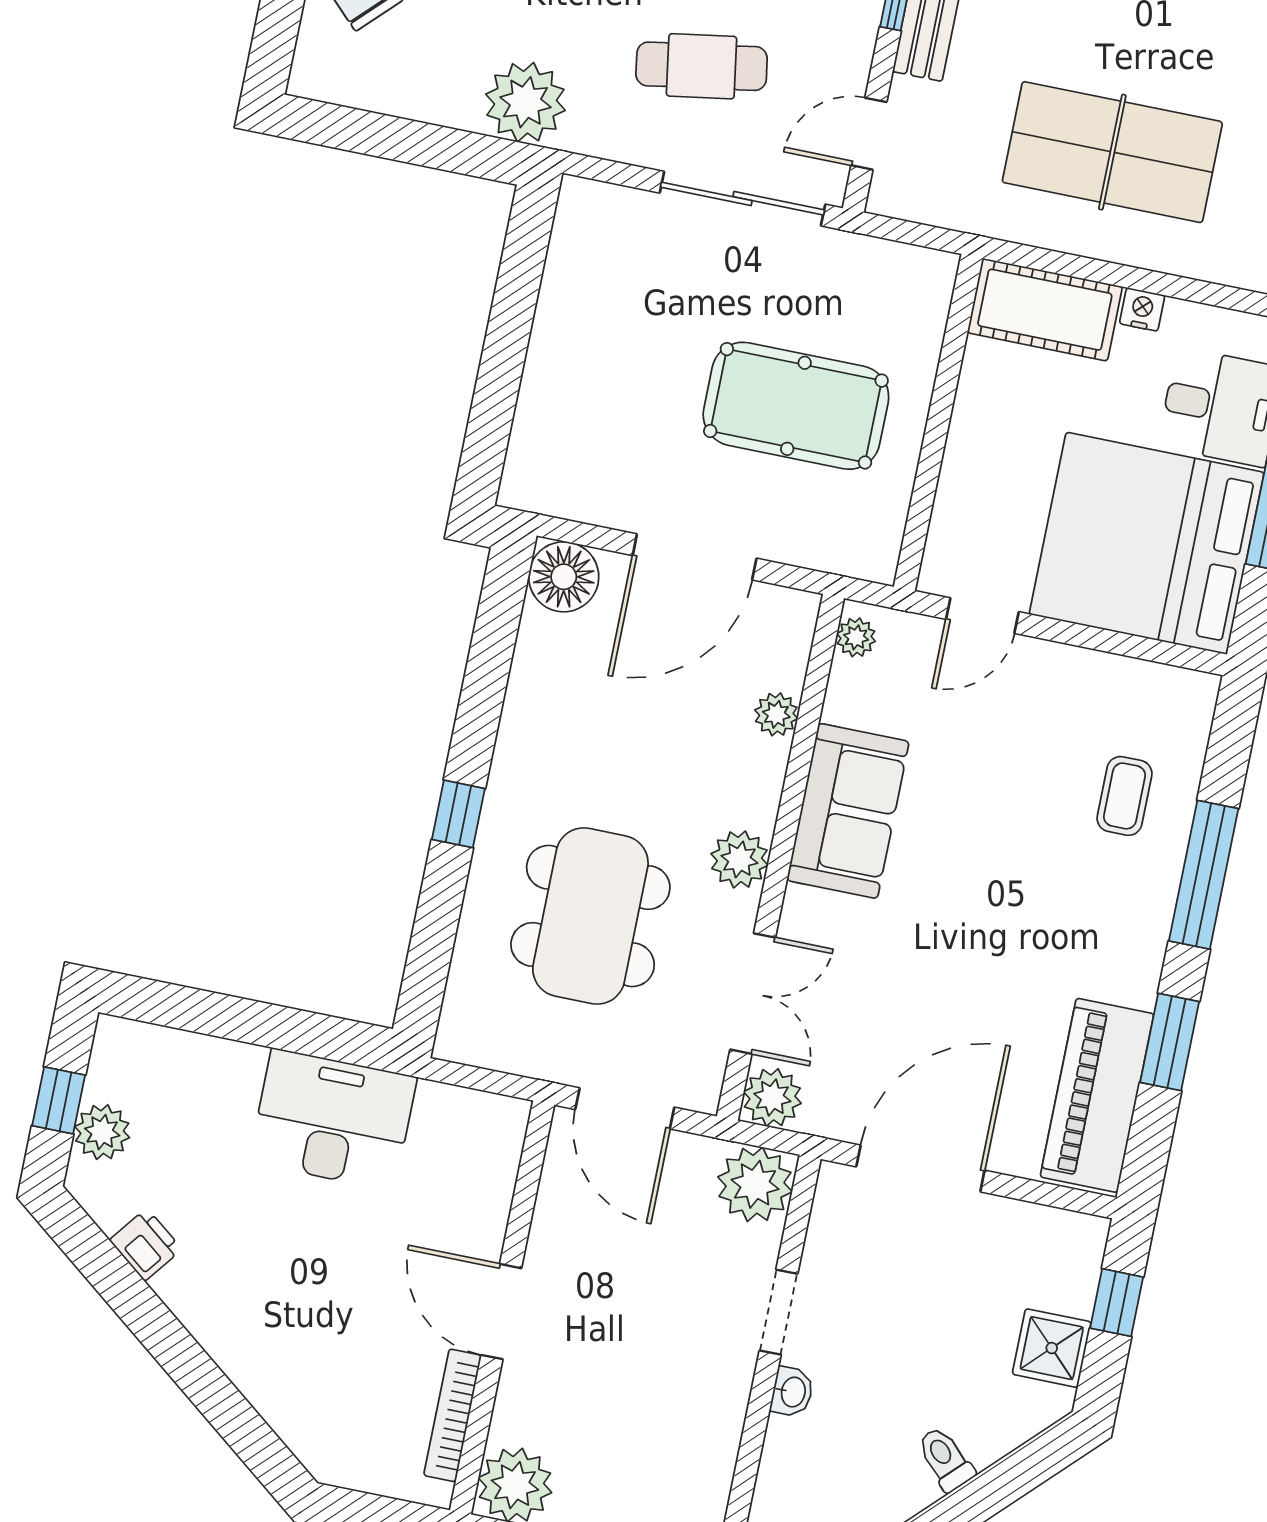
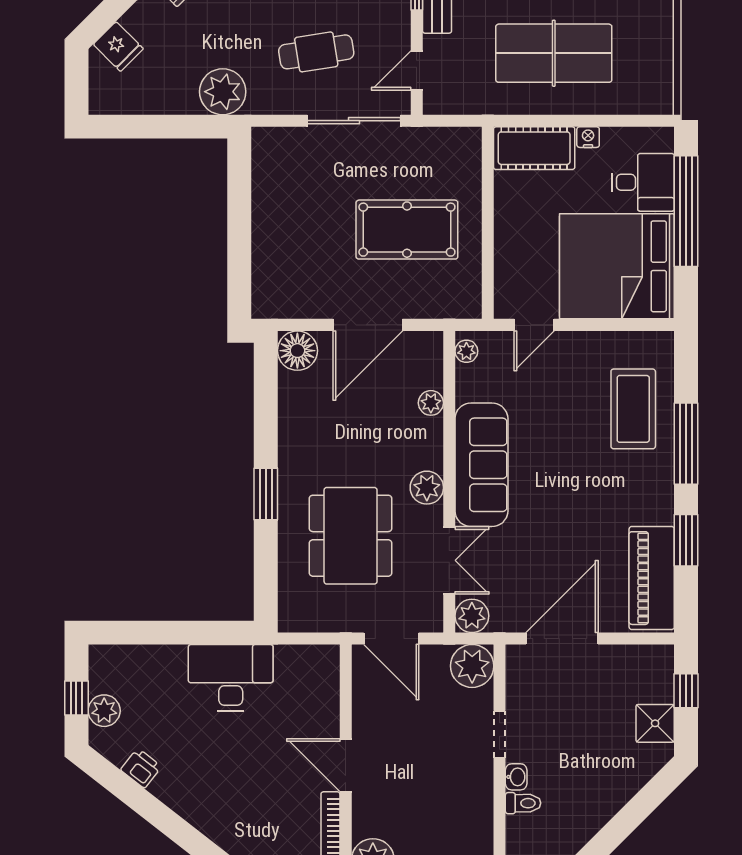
coffee table: (1124, 796) -> (633, 409), width x1.86, depth x1.72
sofa: (848, 811) -> (481, 465), width x1.36
window: (458, 814) -> (266, 494), width x1.50
toilet: (945, 1459) -> (523, 803), moved, turned 135

